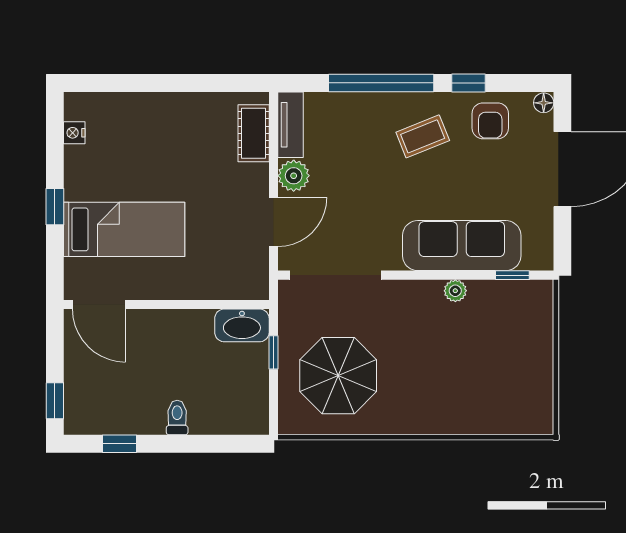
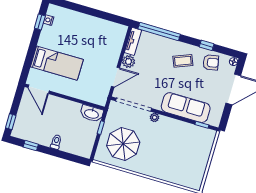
window: (381, 83) -> (159, 31), moved
armchair: (490, 121) -> (211, 63), turned -101
cot: (254, 133) -> (118, 41), removed
window: (55, 207) -> (40, 22), moved
plant: (455, 291) -> (155, 117), moved

